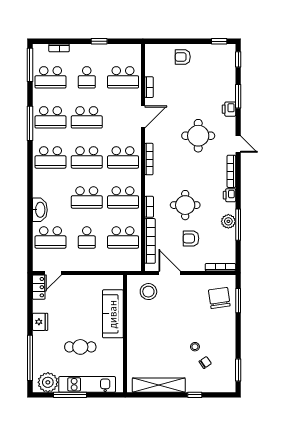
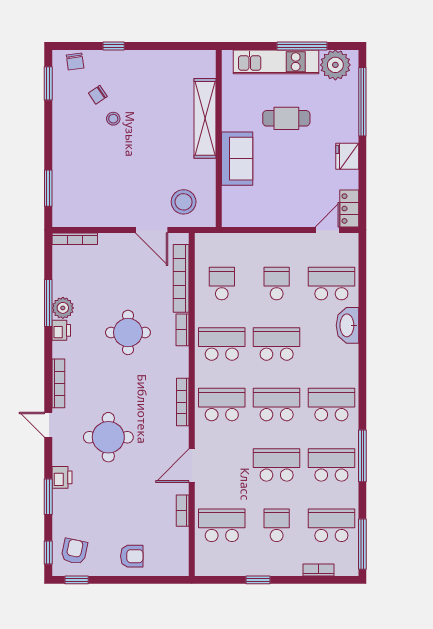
printer: (229, 195) -> (61, 330), moved
school desk: (123, 237) -> (222, 284), width x0.54
armchair: (191, 238) -> (74, 551), moved, turned -78
chair: (219, 298) -> (75, 61), moved, width x0.54, depth x0.54
sofa: (113, 314) -> (237, 159), width x0.73
shelving: (159, 385) -> (205, 118), moved, turned 90

